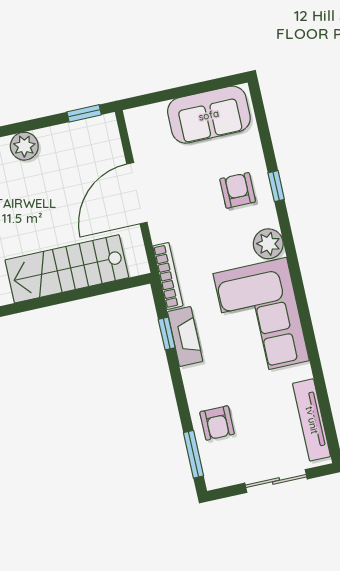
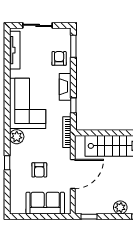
sofa: (209, 115) -> (45, 203), moved
armchair: (238, 190) -> (39, 170), moved
fireplace: (185, 337) -> (65, 87), moved

